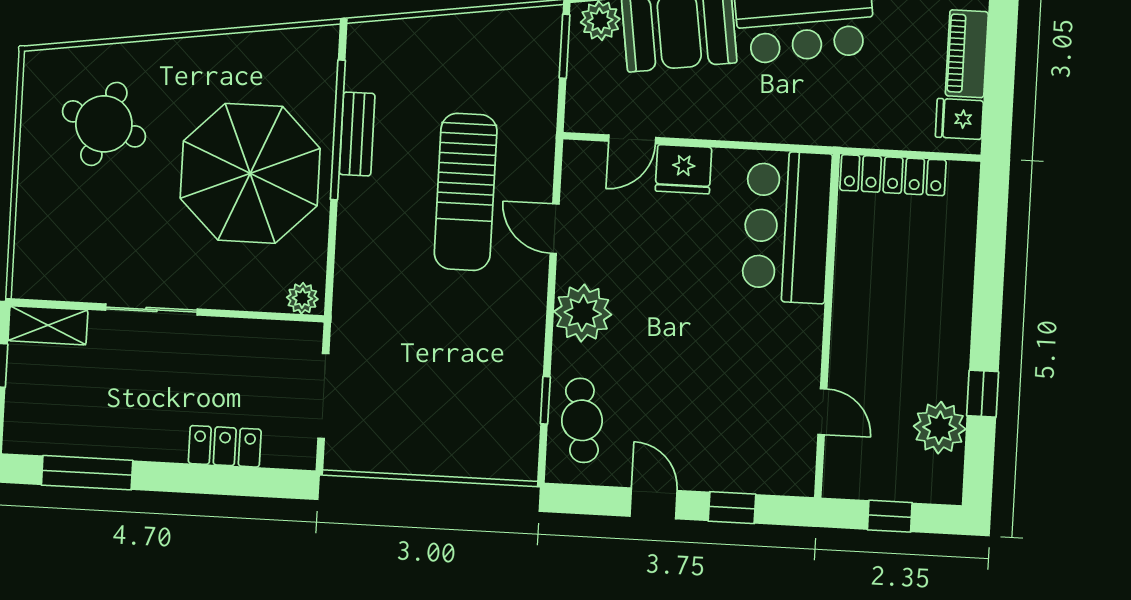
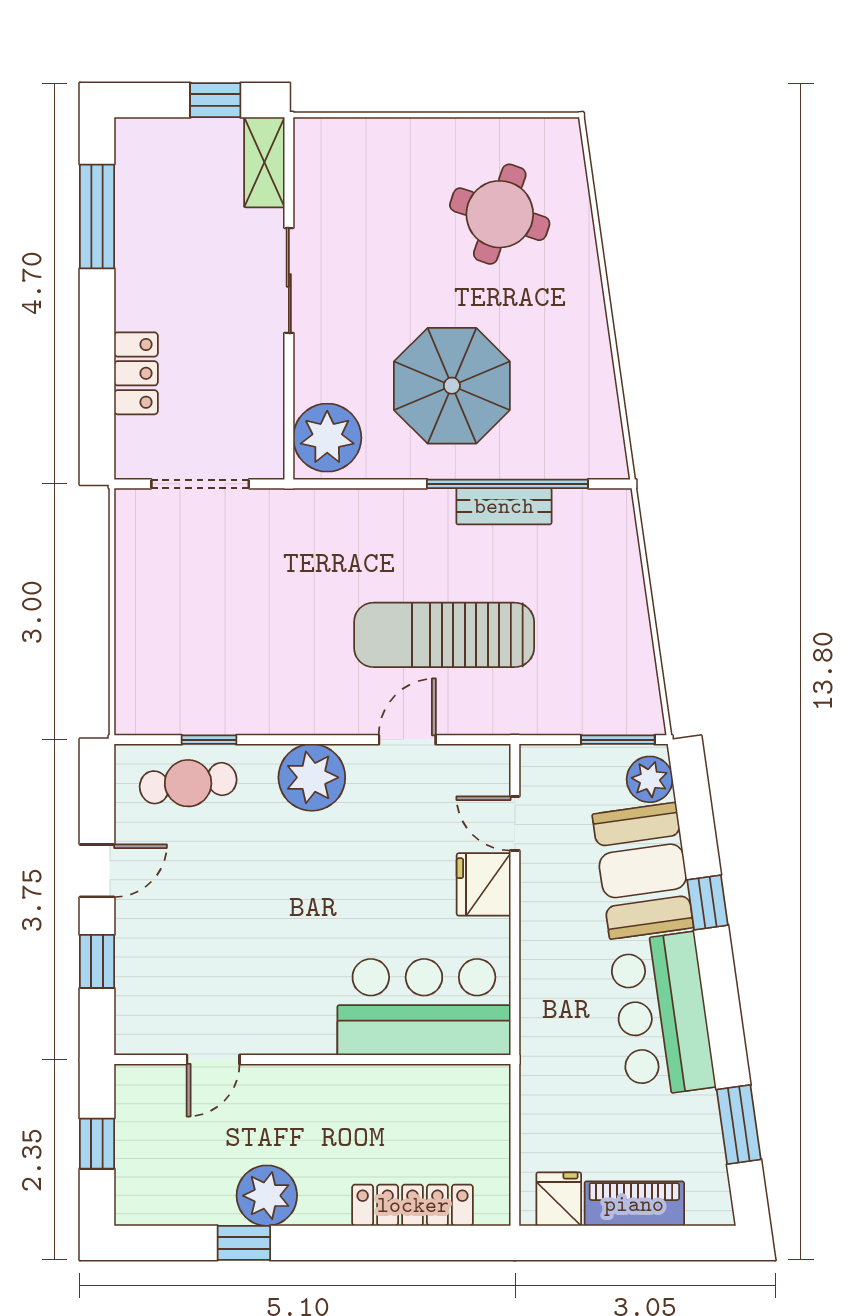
parasol: (250, 173) -> (452, 386), width x0.73, depth x0.73
locker: (893, 175) -> (413, 1205), moved, turned 90
plant: (302, 298) -> (327, 438), width x1.88, depth x1.88
plant: (940, 428) -> (267, 1196), moved

